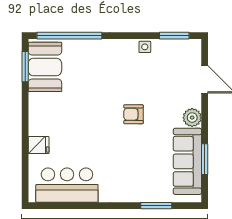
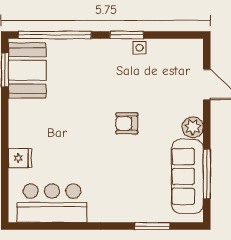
window: (174, 36) -> (127, 35), moved
window: (205, 159) -> (207, 174), width x1.44

